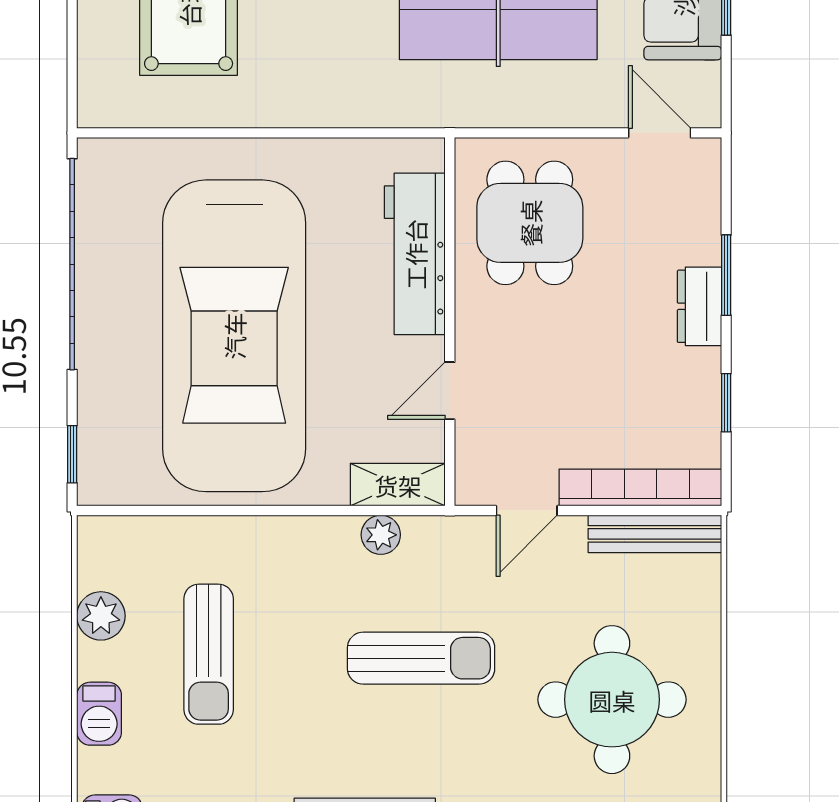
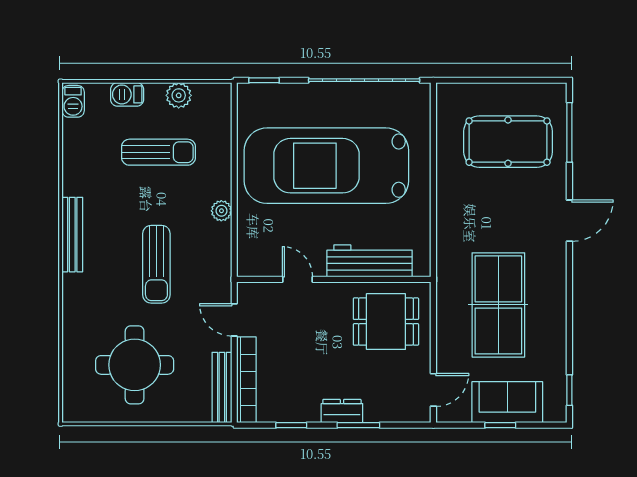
shelving: (398, 485) -> (248, 252), removed
plant: (381, 535) -> (221, 211), moved
sun lounger: (209, 654) -> (159, 152), turned 180

